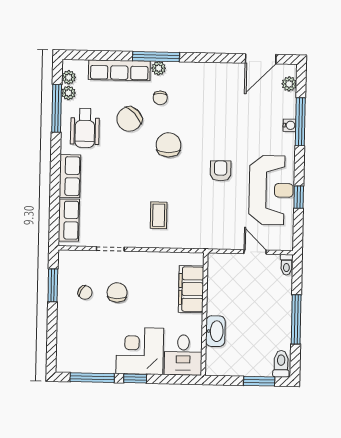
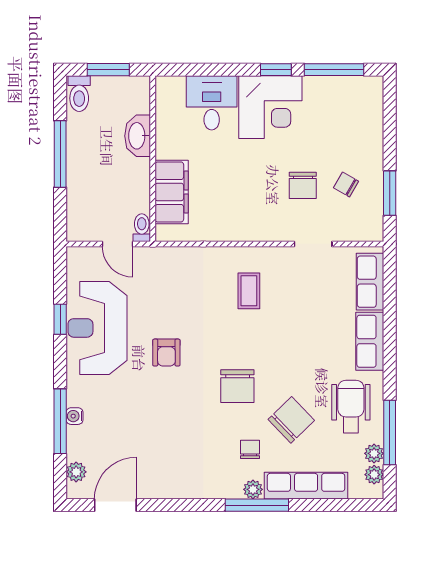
toilet: (286, 265) -> (142, 228), moved
filing cabinet: (191, 289) -> (172, 192), moved
wall: (205, 314) -> (153, 159), moved
washbasin: (215, 331) -> (138, 136), moved

